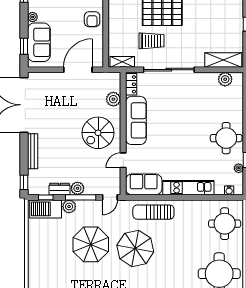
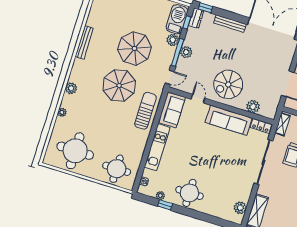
spiral stairs: (98, 133) -> (228, 84), turned -90
dresser: (59, 189) -> (196, 18), moved
door: (110, 197) -> (170, 77), swing flipped

